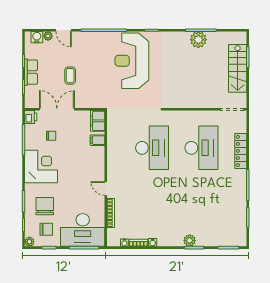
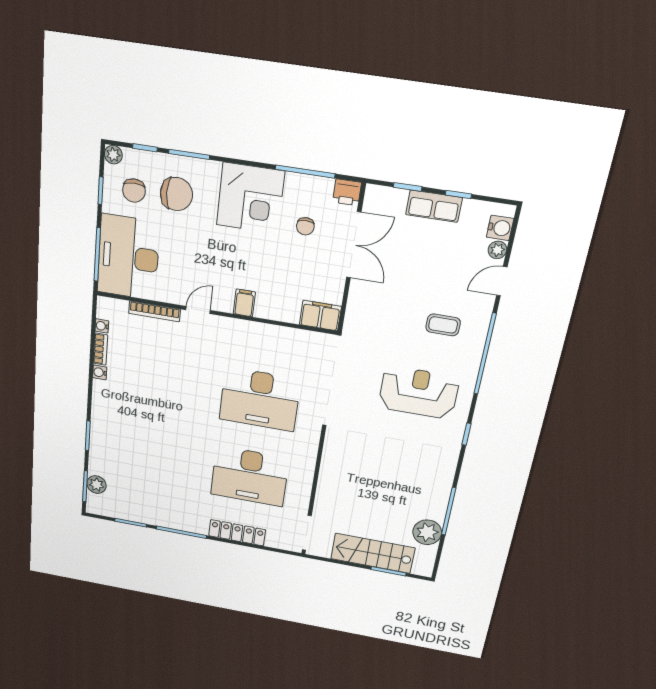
plant: (198, 40) -> (427, 532), moved
reception desk: (132, 61) -> (419, 392), width x0.74, depth x0.77
coffee table: (70, 76) -> (443, 325), moved
filing cabinet: (98, 140) -> (244, 303), moved
plant: (190, 240) -> (97, 485), moved

